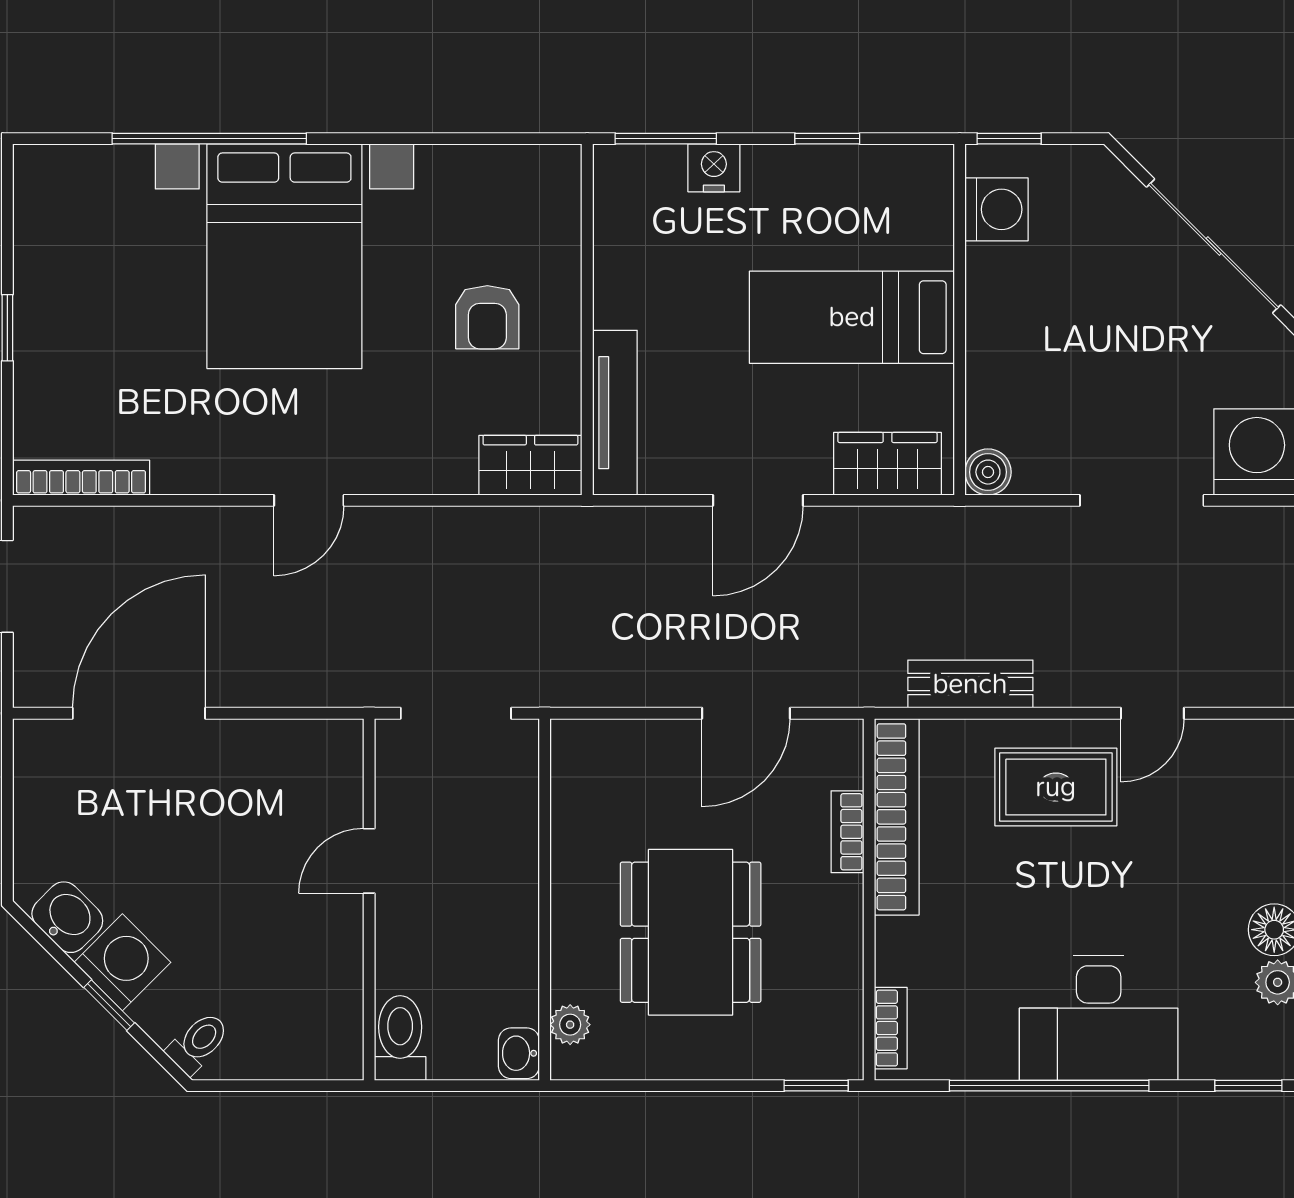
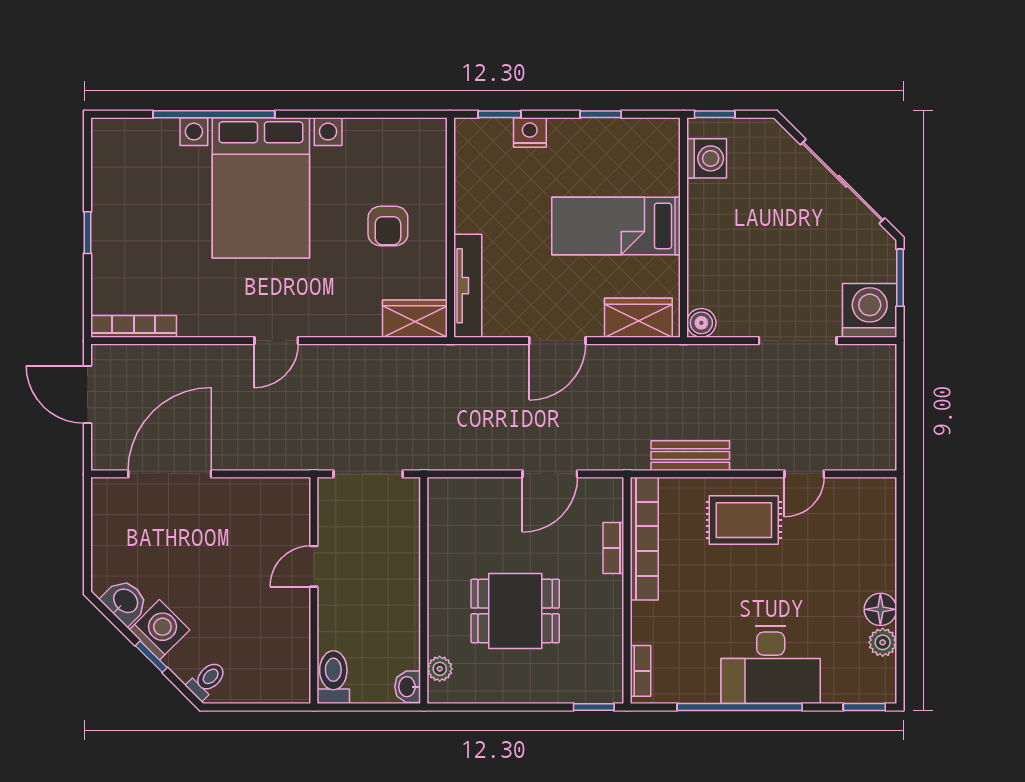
window: (666, 139) -> (500, 114), width x0.67
dining table: (691, 932) -> (515, 611), width x0.73

